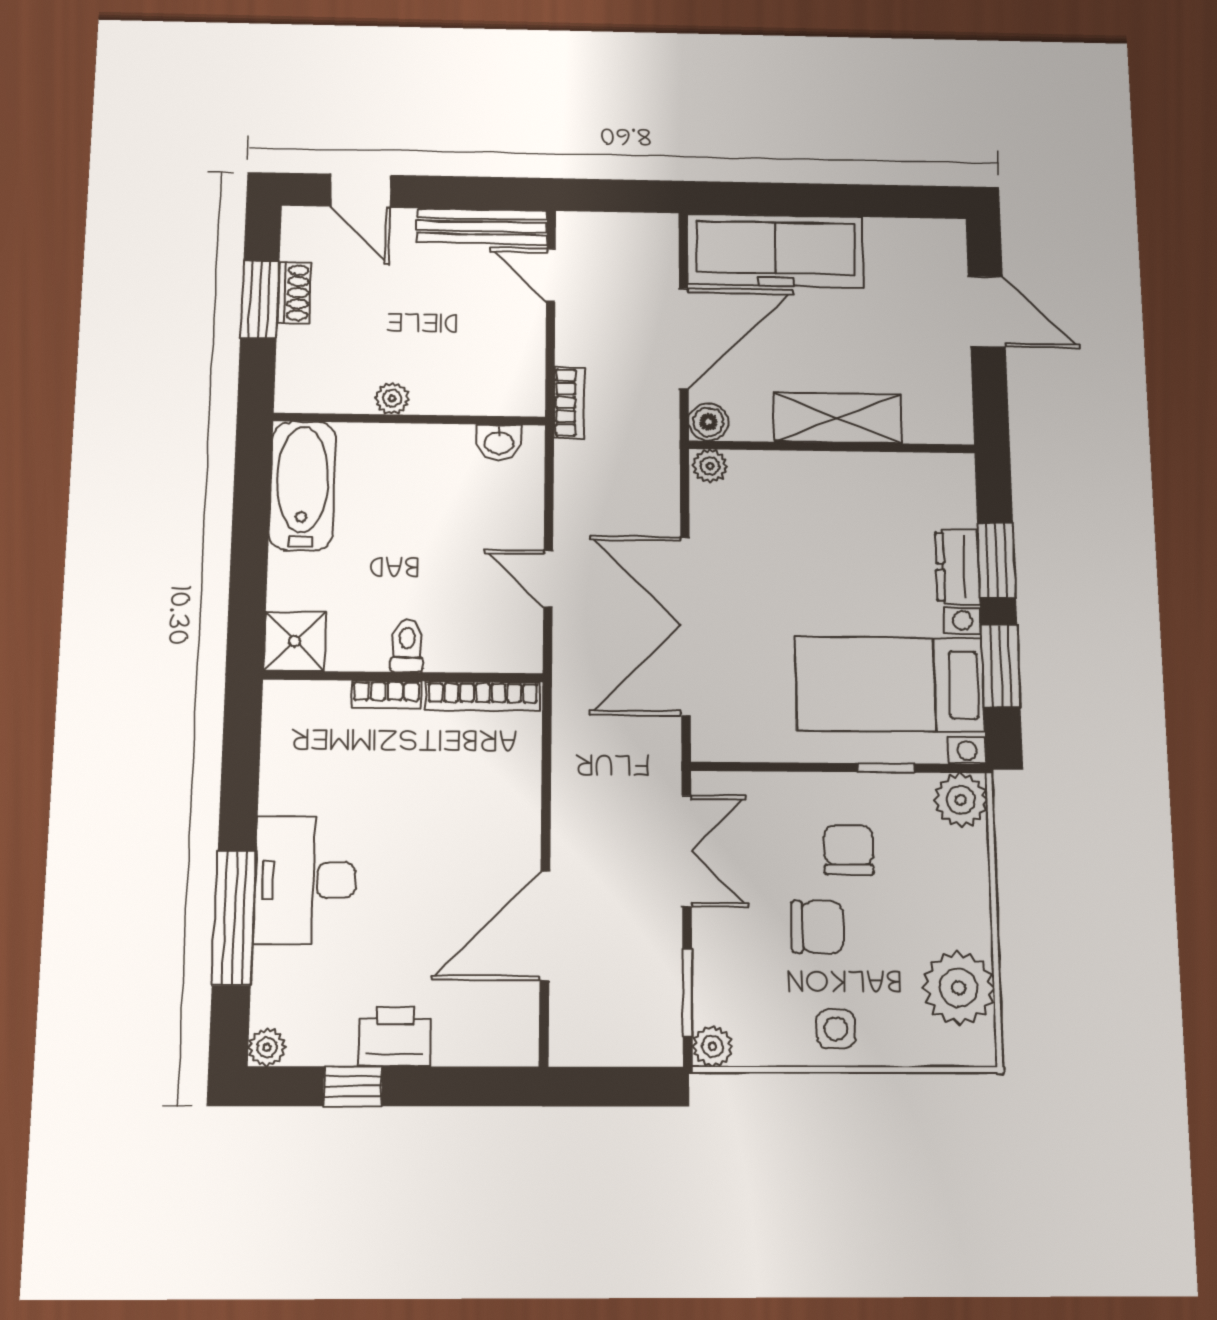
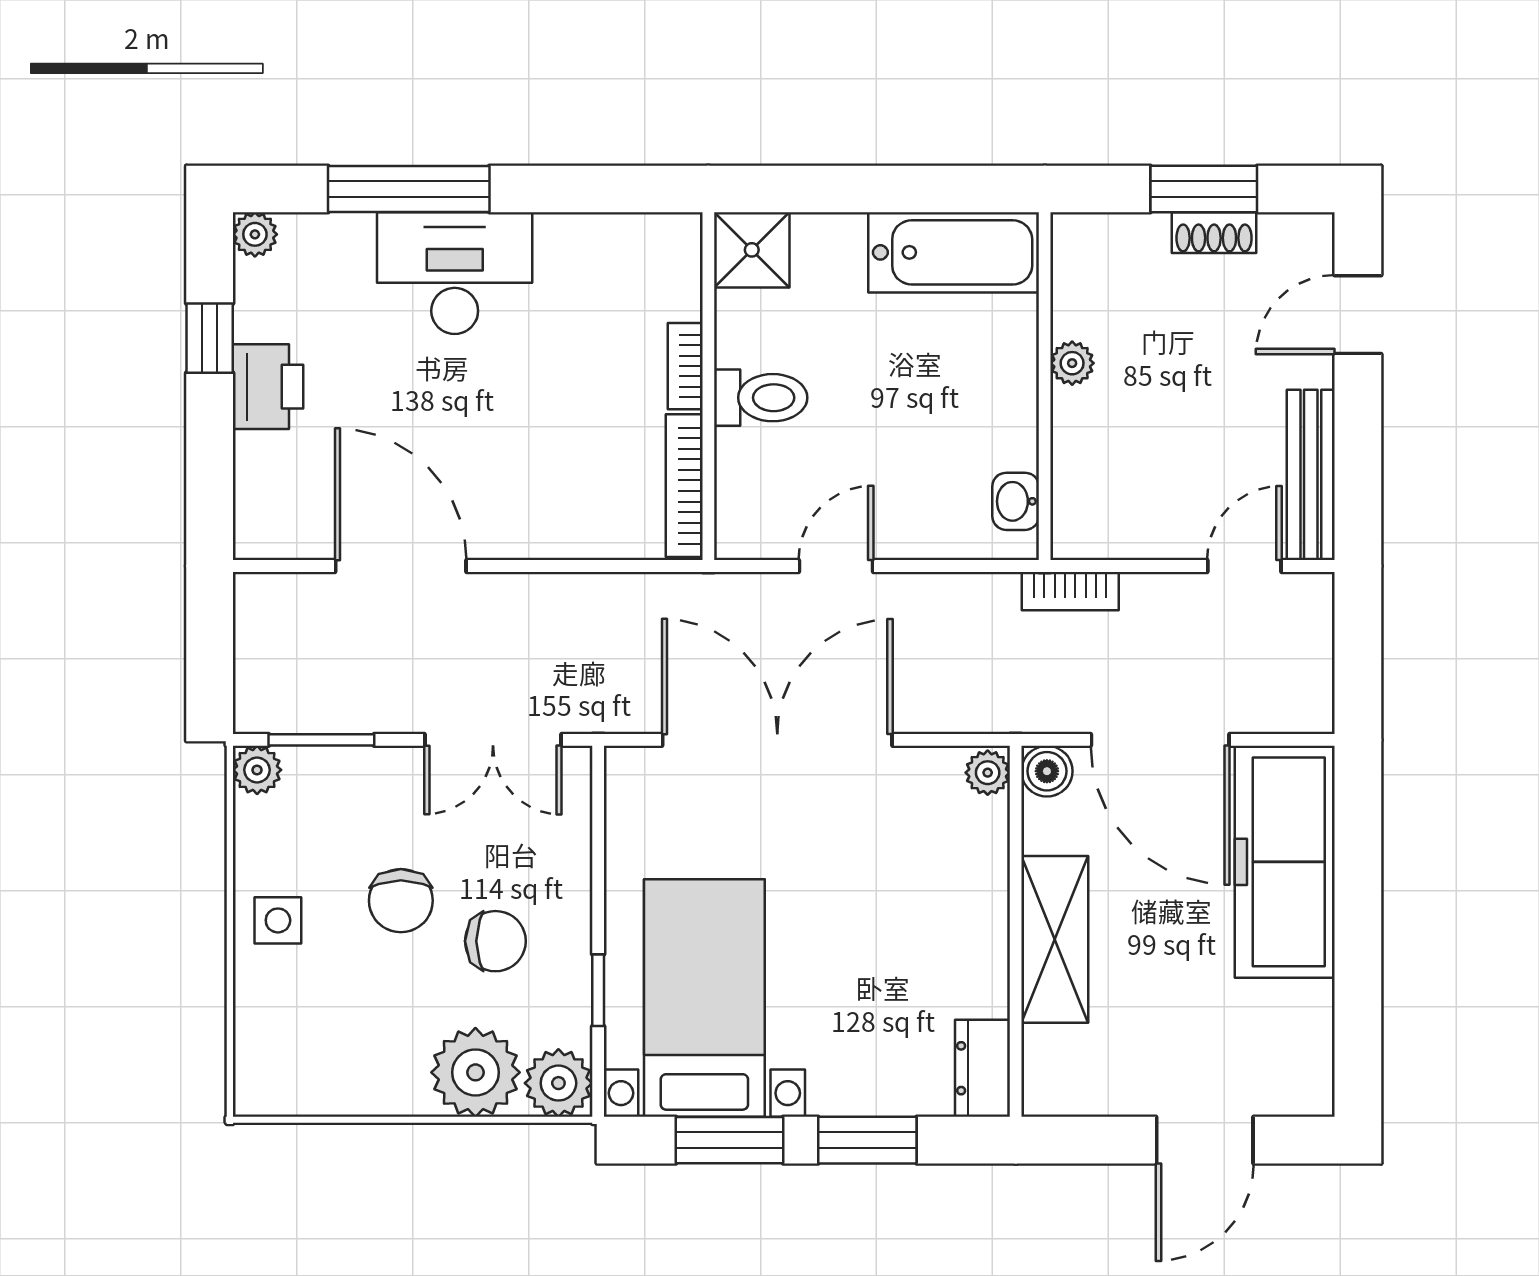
dresser: (958, 567) -> (982, 1068), moved, turned -90
toilet: (407, 646) -> (761, 398), width x1.37, depth x1.39
plant: (959, 988) -> (475, 1072), moved

